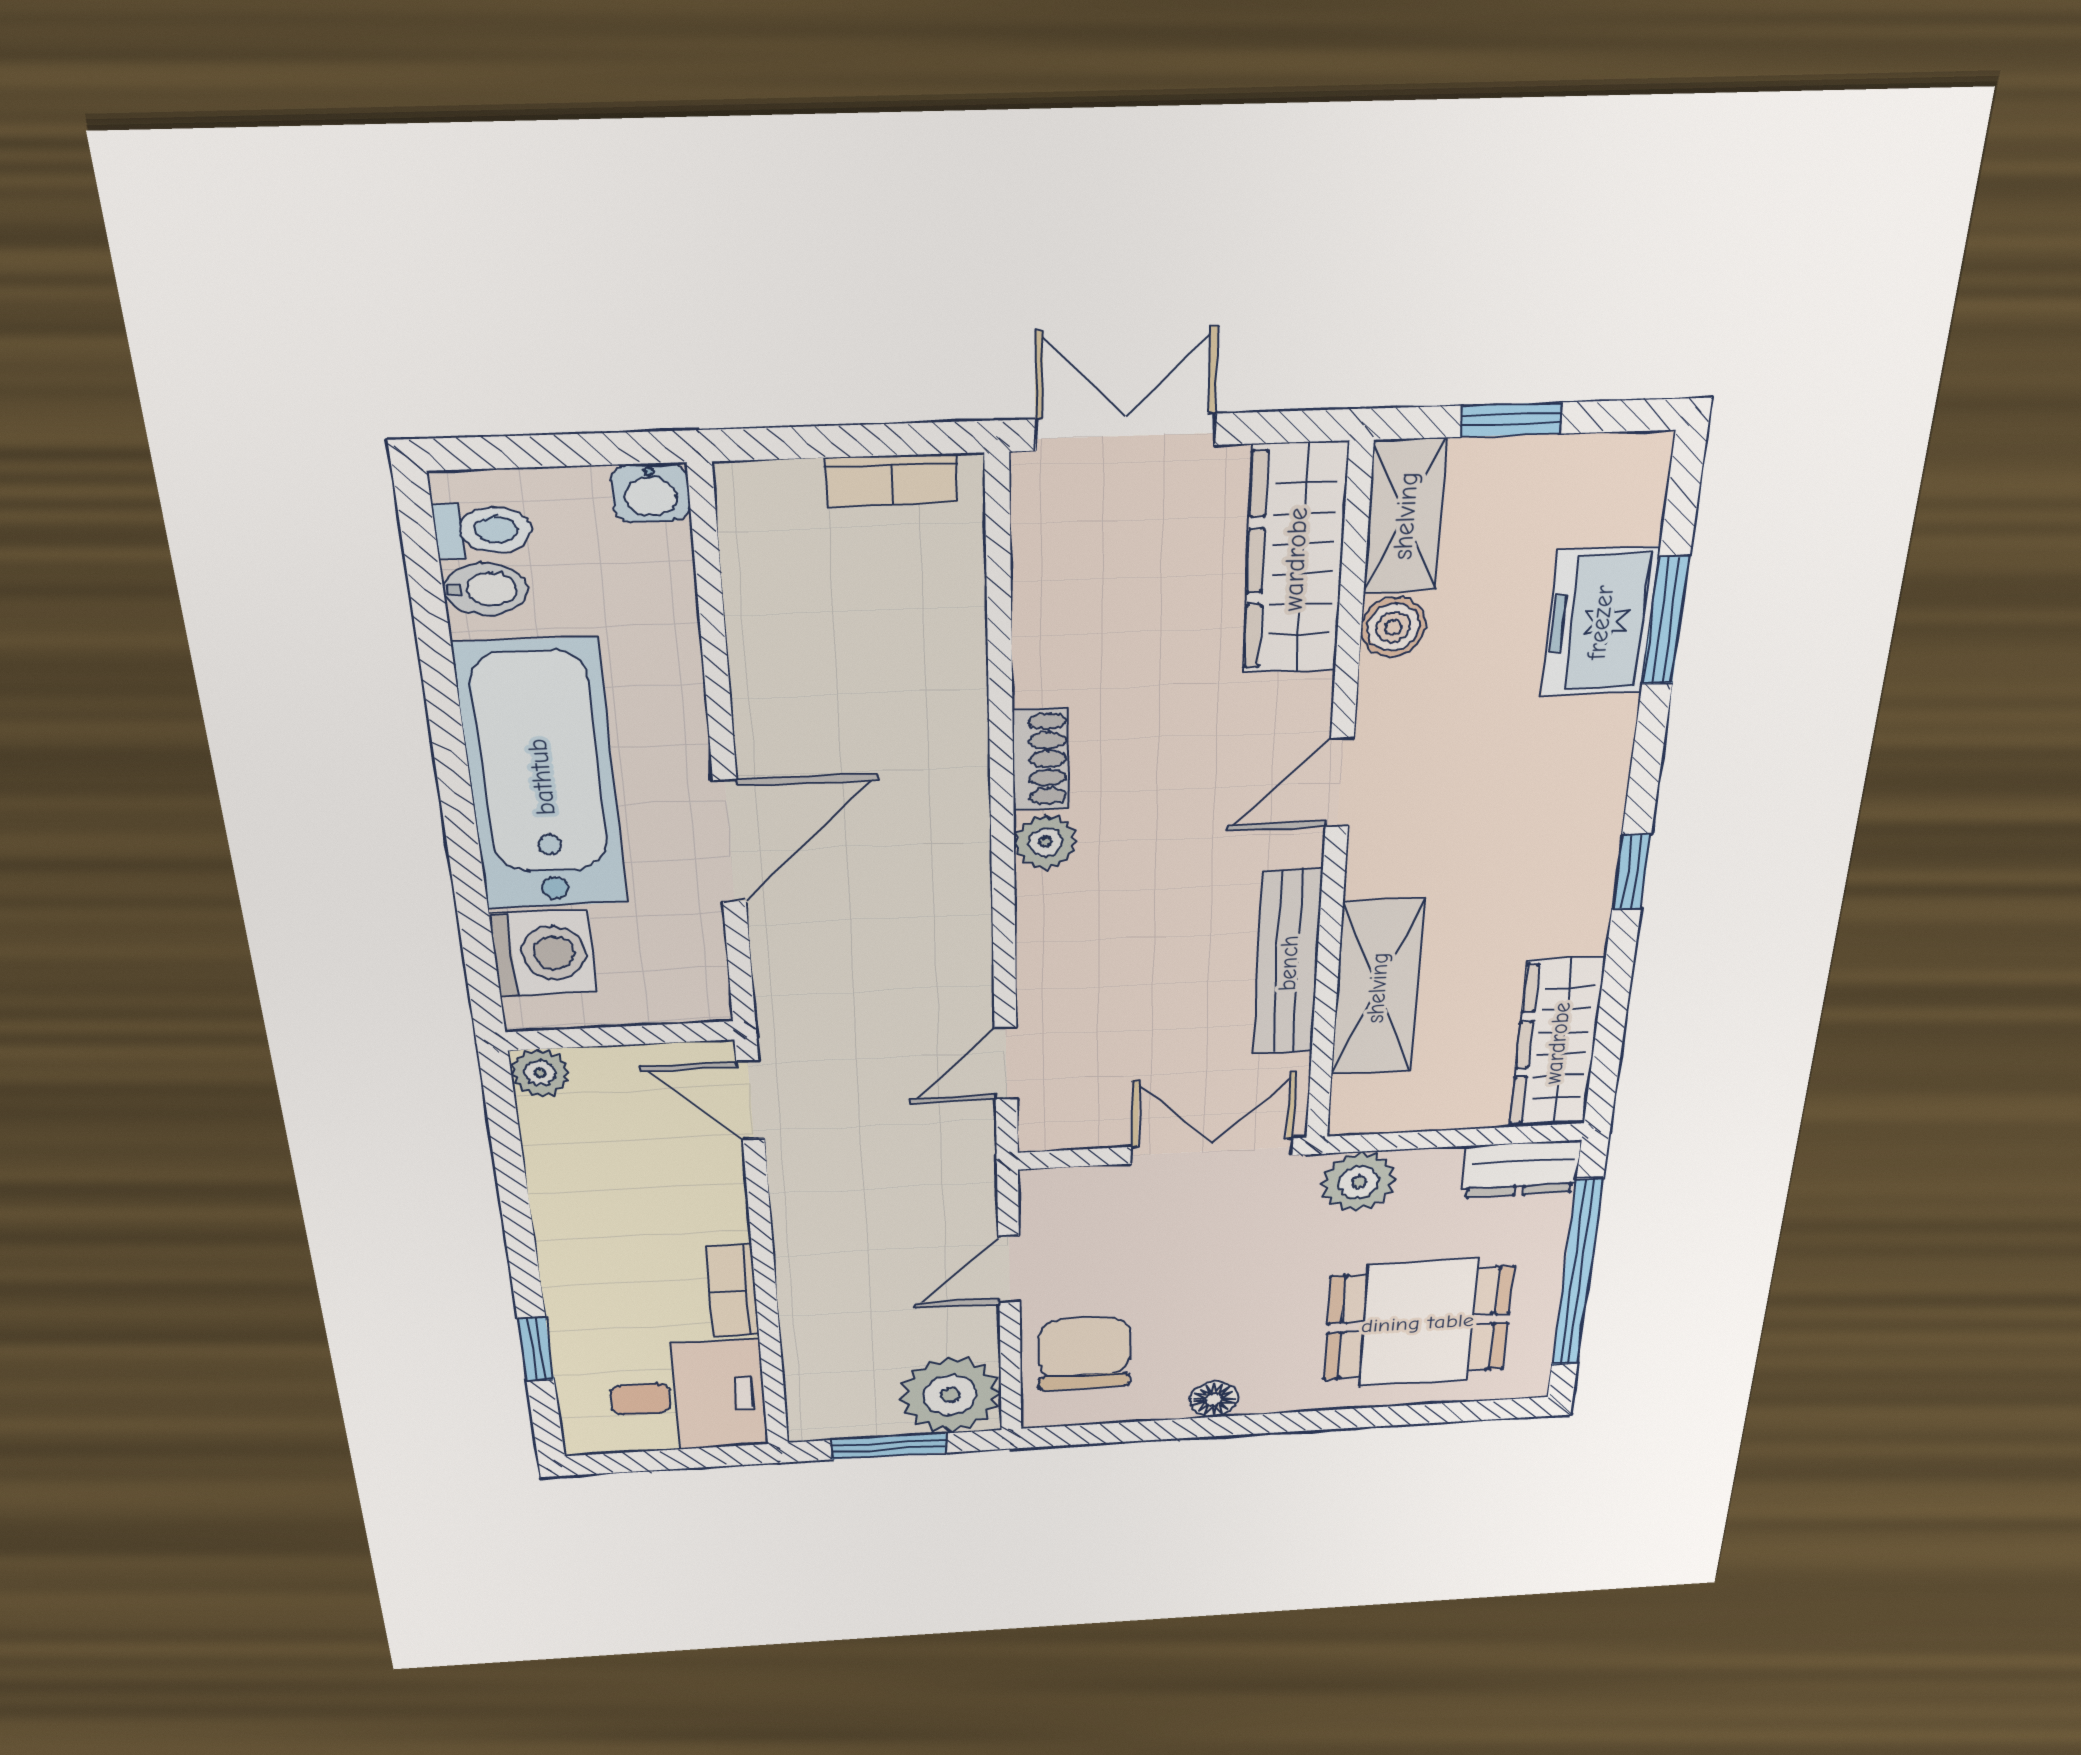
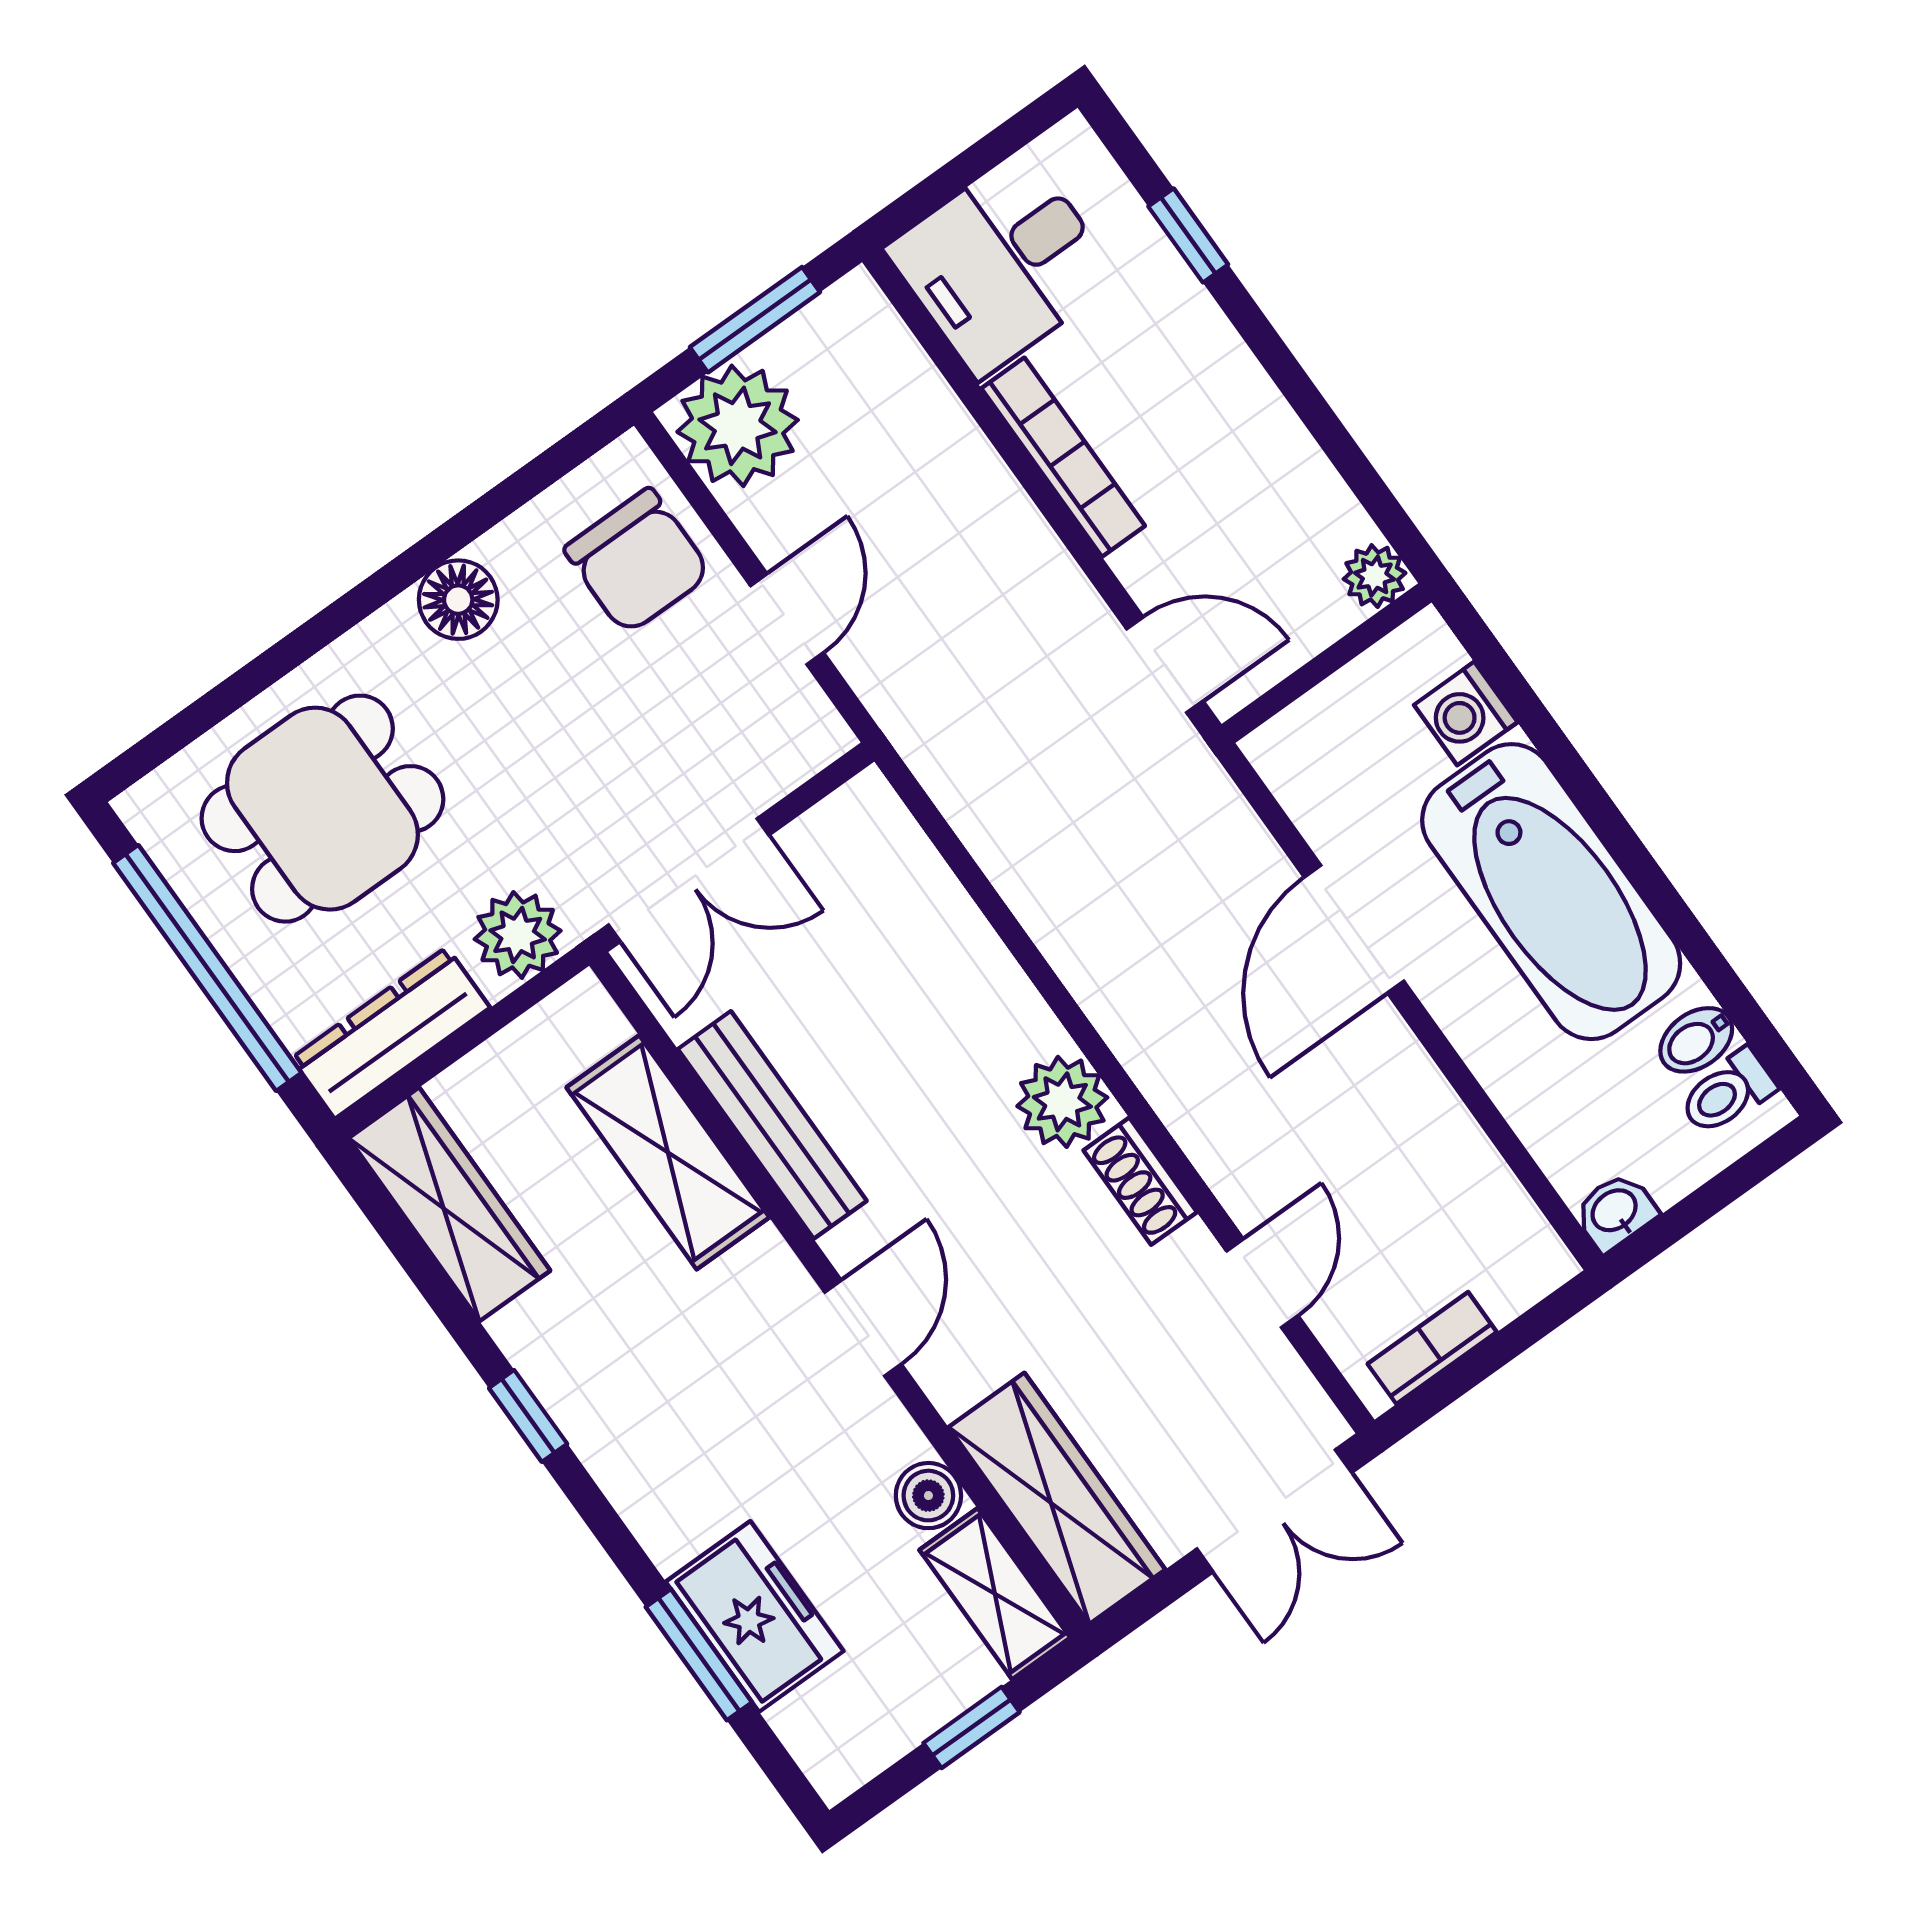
plant: (1046, 842) -> (1062, 1102), width x1.38, depth x1.38
washing machine: (544, 953) -> (1466, 714), width x0.73, depth x0.73
door: (1006, 1063) -> (1262, 1283), moved
dresser: (1522, 1169) -> (391, 1033), width x1.44
bookcase: (732, 1291) -> (1063, 457), width x1.56
floor lamp: (1214, 1399) -> (458, 600), width x1.37, depth x1.37

